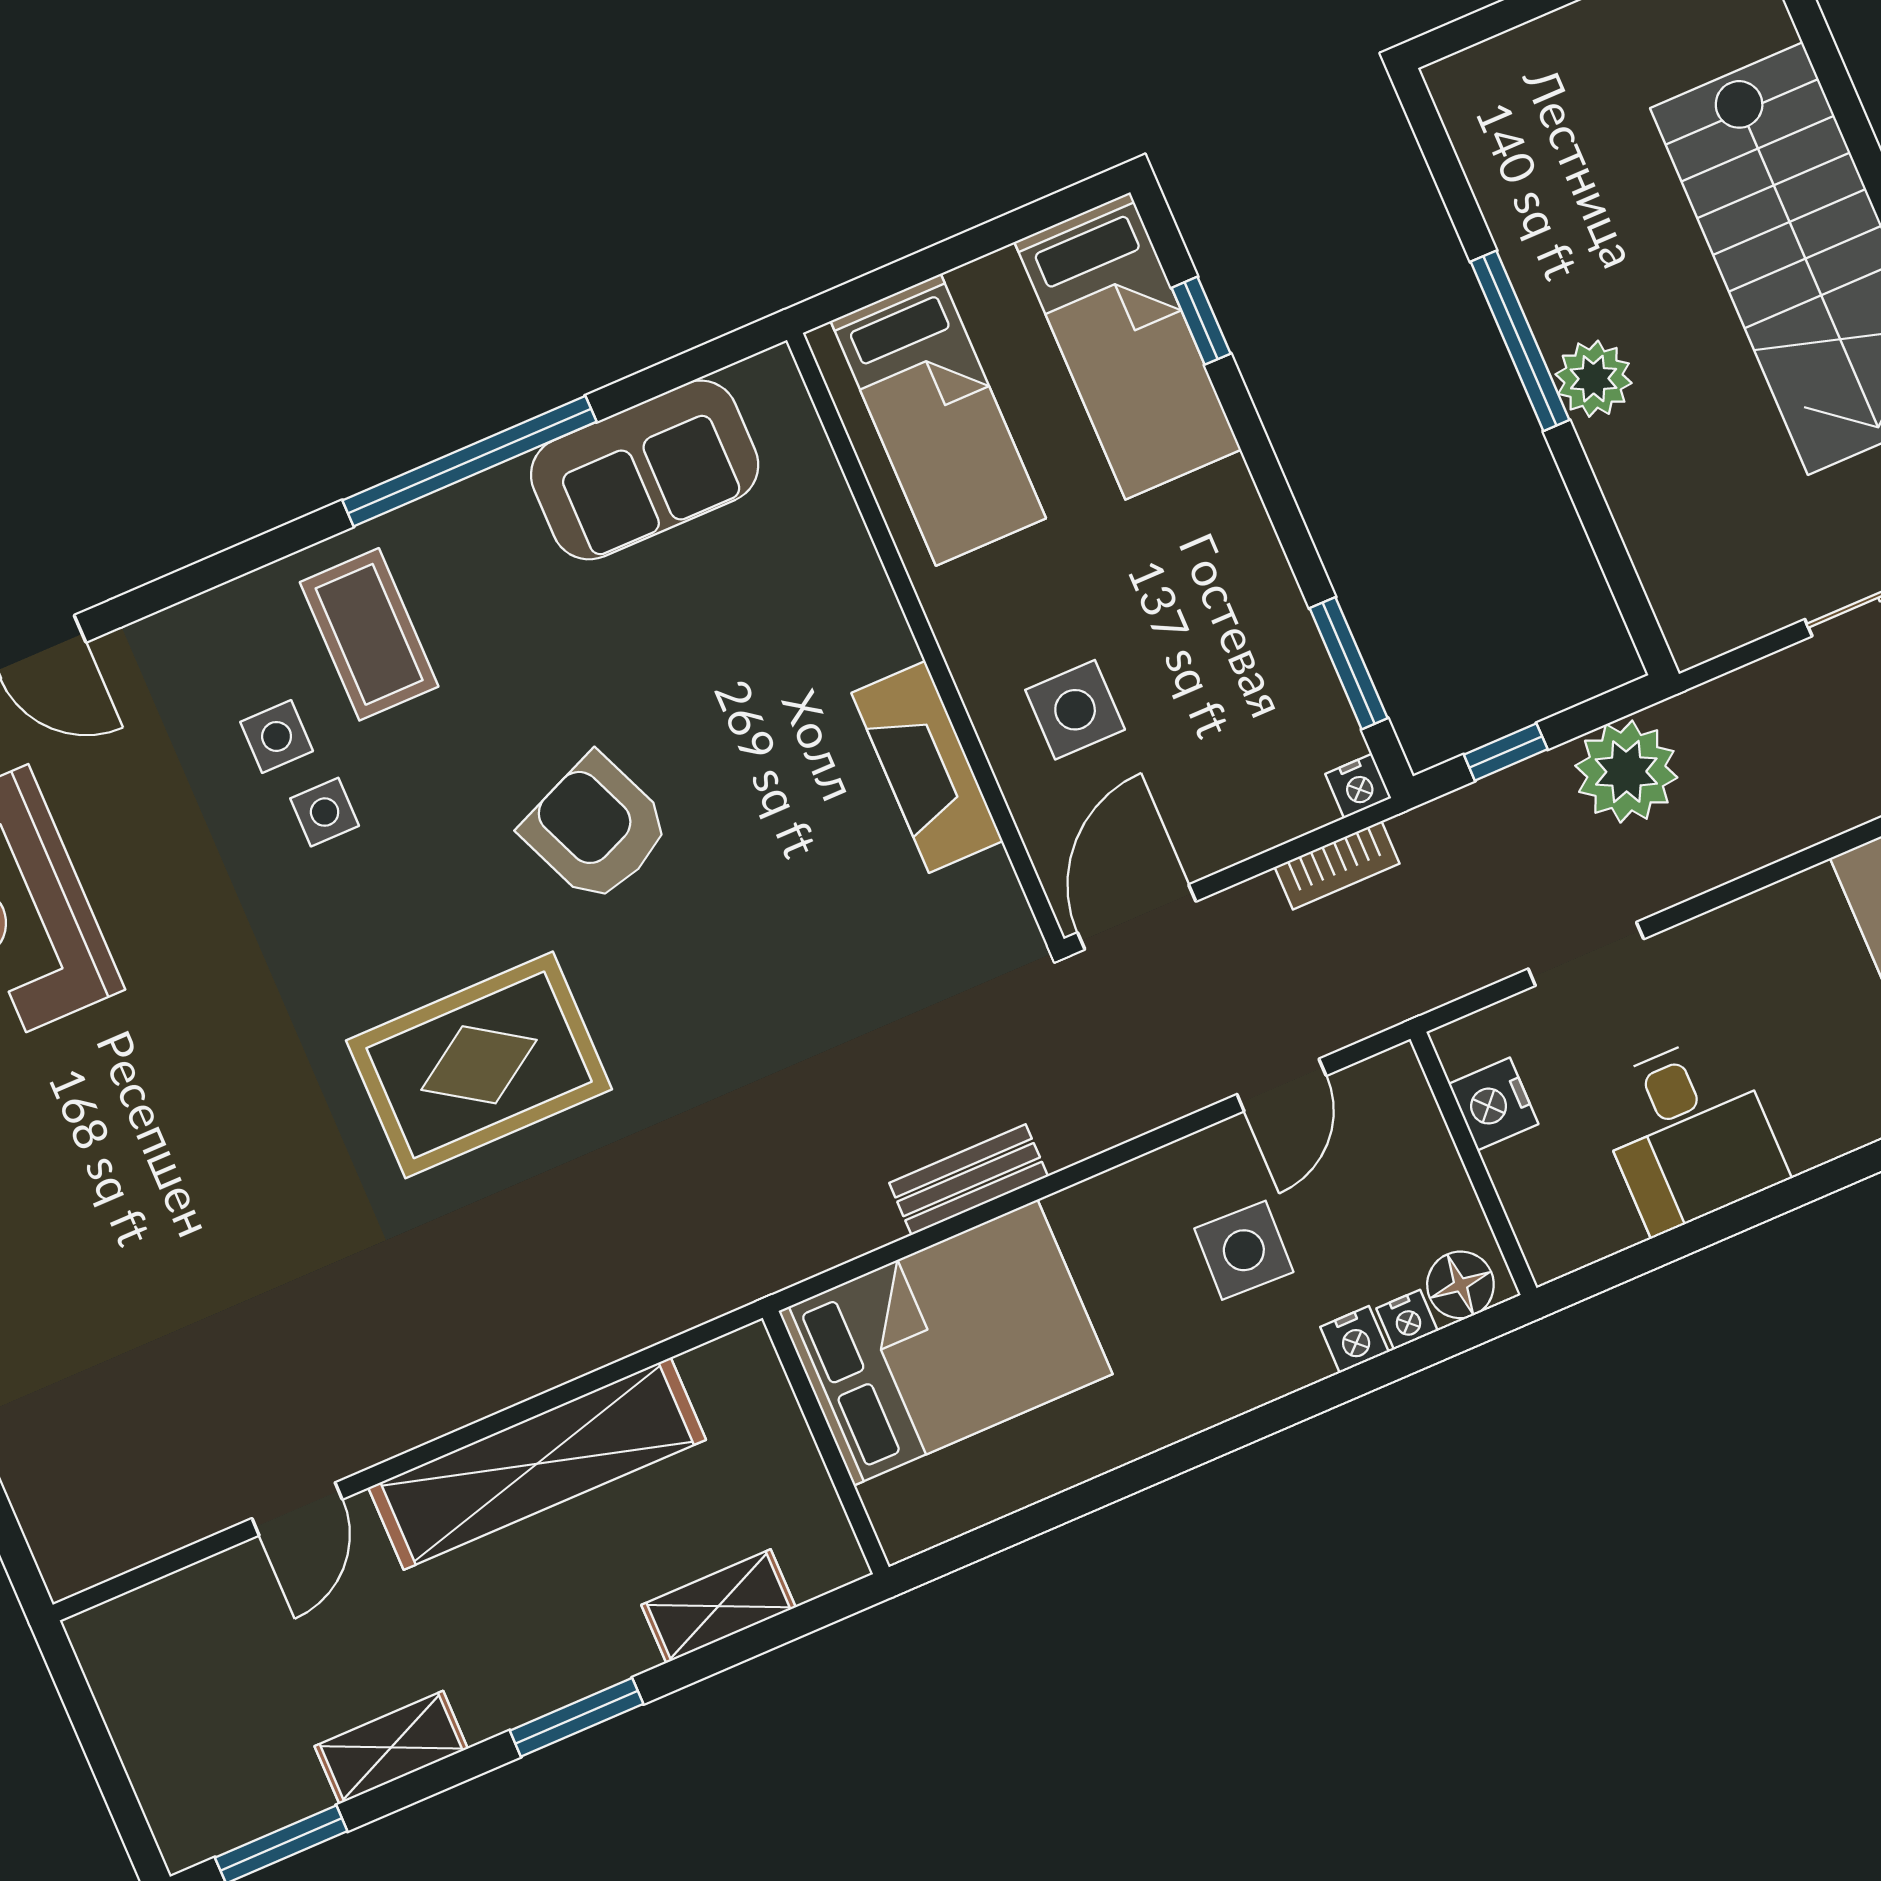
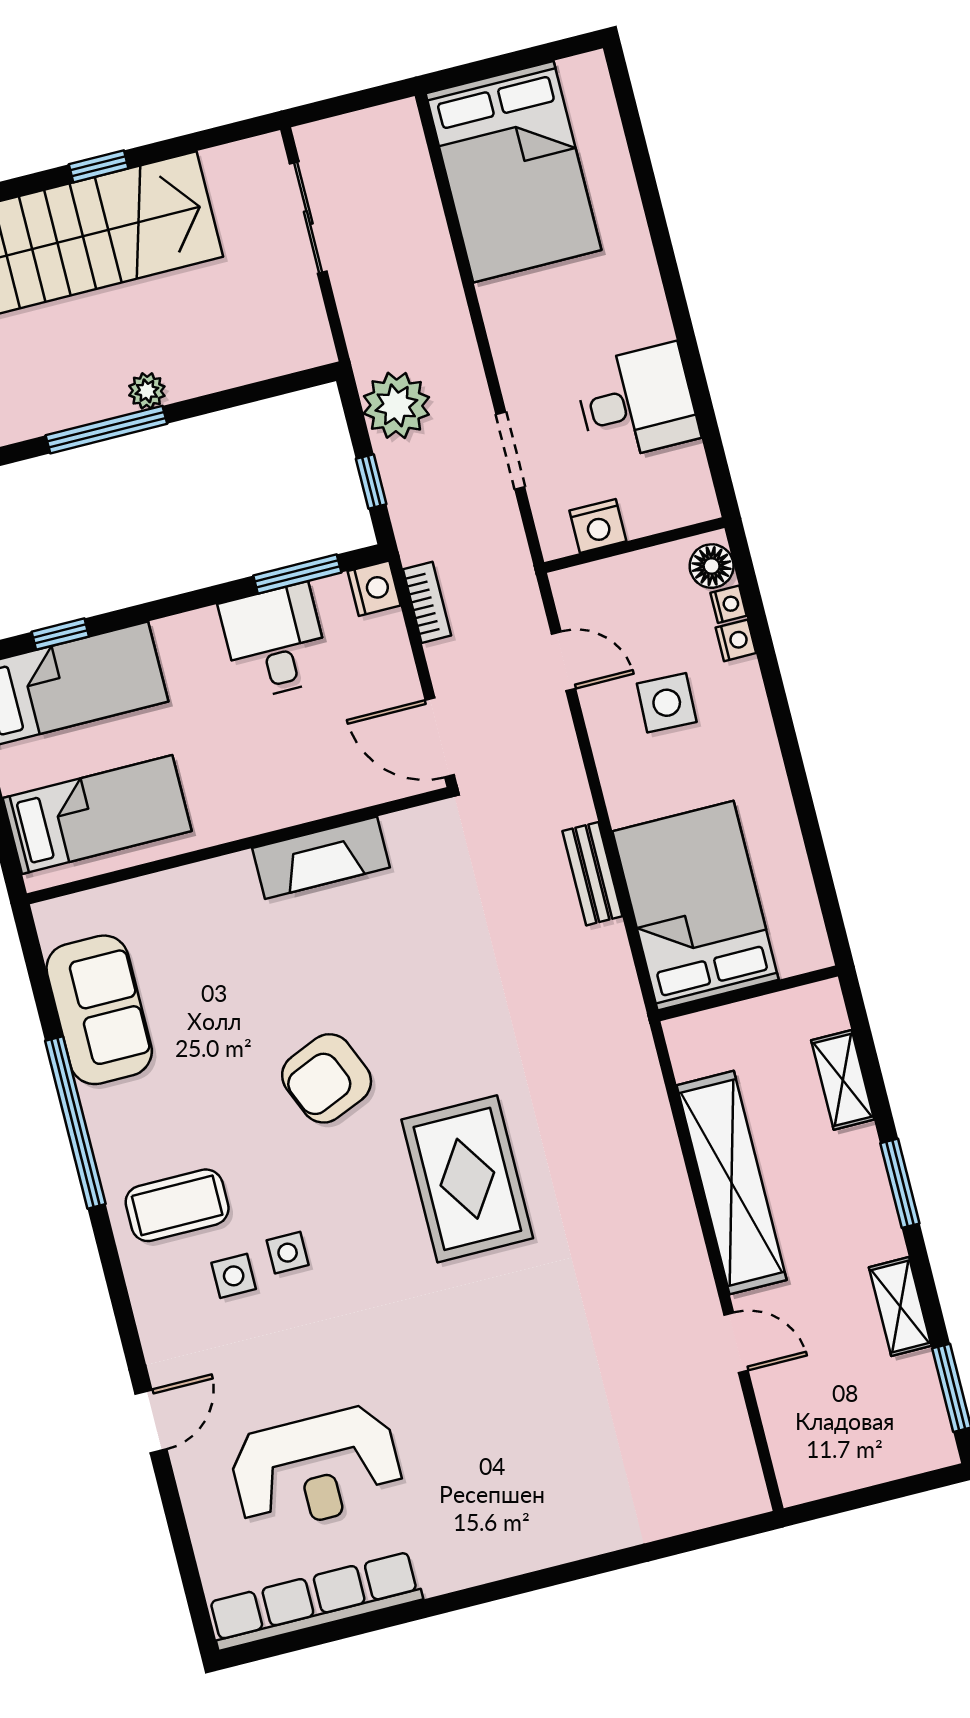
plant: (1594, 379) -> (147, 391), width x0.73, depth x0.73
desk: (1242, 646) -> (275, 641), added
side table: (1075, 710) -> (299, 756), removed
nightstand: (1358, 786) -> (374, 588), width x1.39, depth x1.35

